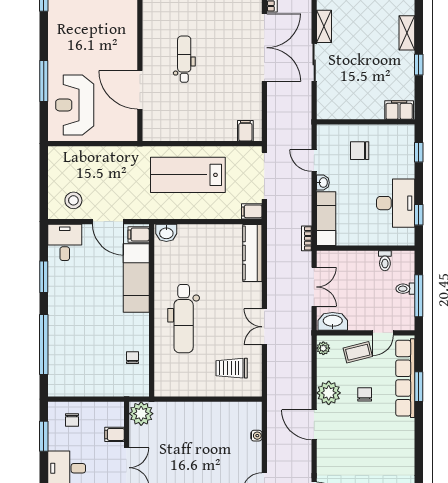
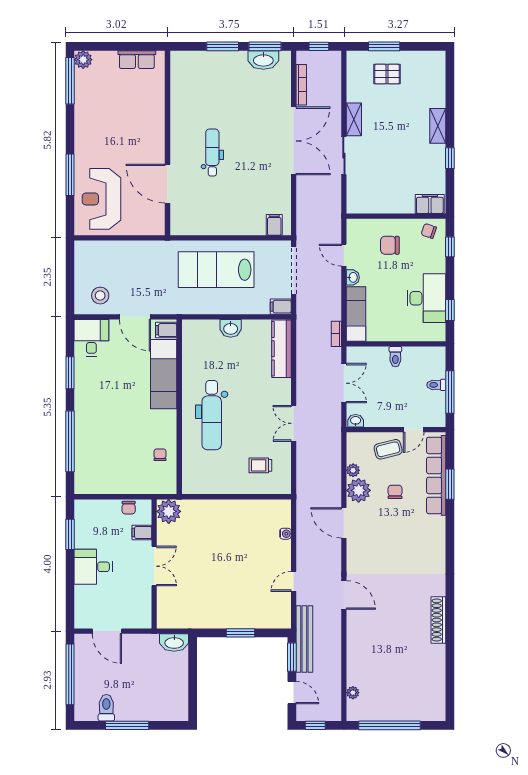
chair: (398, 137) -> (429, 231), added
washbasin: (166, 233) -> (231, 328), moved
toilet: (385, 261) -> (395, 357), moved
washbasin: (333, 321) -> (356, 421), width x0.52, depth x0.69
plant: (323, 348) -> (353, 470), moved
trolley: (232, 368) -> (260, 465), width x0.73, depth x0.72
chair: (72, 420) -> (129, 508), moved

